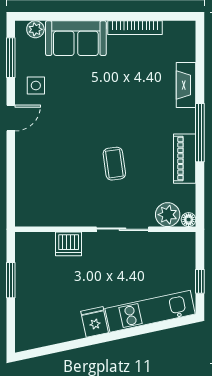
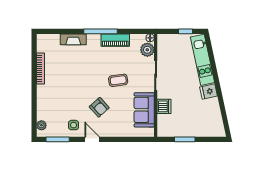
sofa: (76, 38) -> (144, 110), moved, turned 180
armchair: (67, 130) -> (99, 107), added

